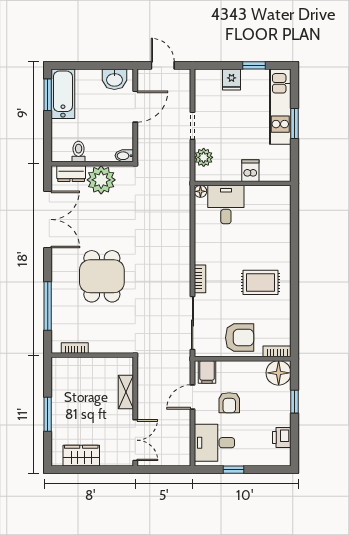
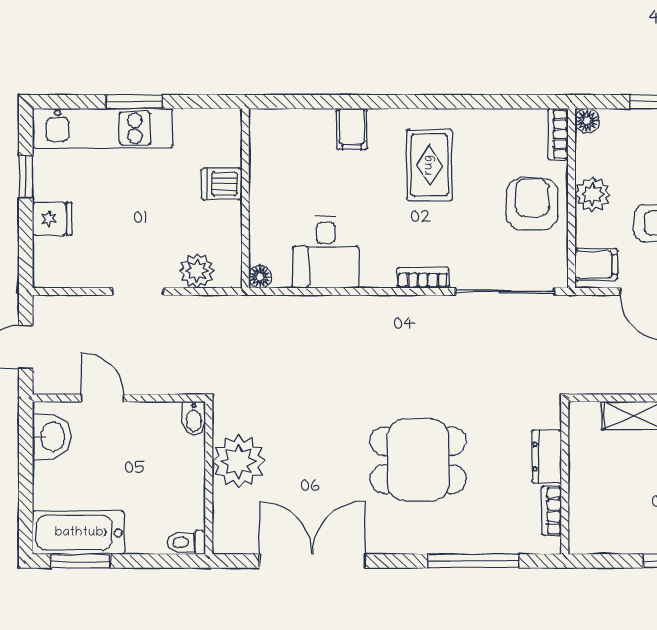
door: (135, 107) -> (102, 398), width x0.73
toilet: (79, 152) -> (186, 542), moved
dresser: (71, 174) -> (547, 457), moved, turned 180
desk: (226, 205) -> (326, 252), moved, turned -90
filing cabinet: (280, 241) -> (352, 129), added
plant: (245, 370) -> (593, 194), added
floor lamp: (279, 373) -> (587, 121), width x0.53, depth x0.53

